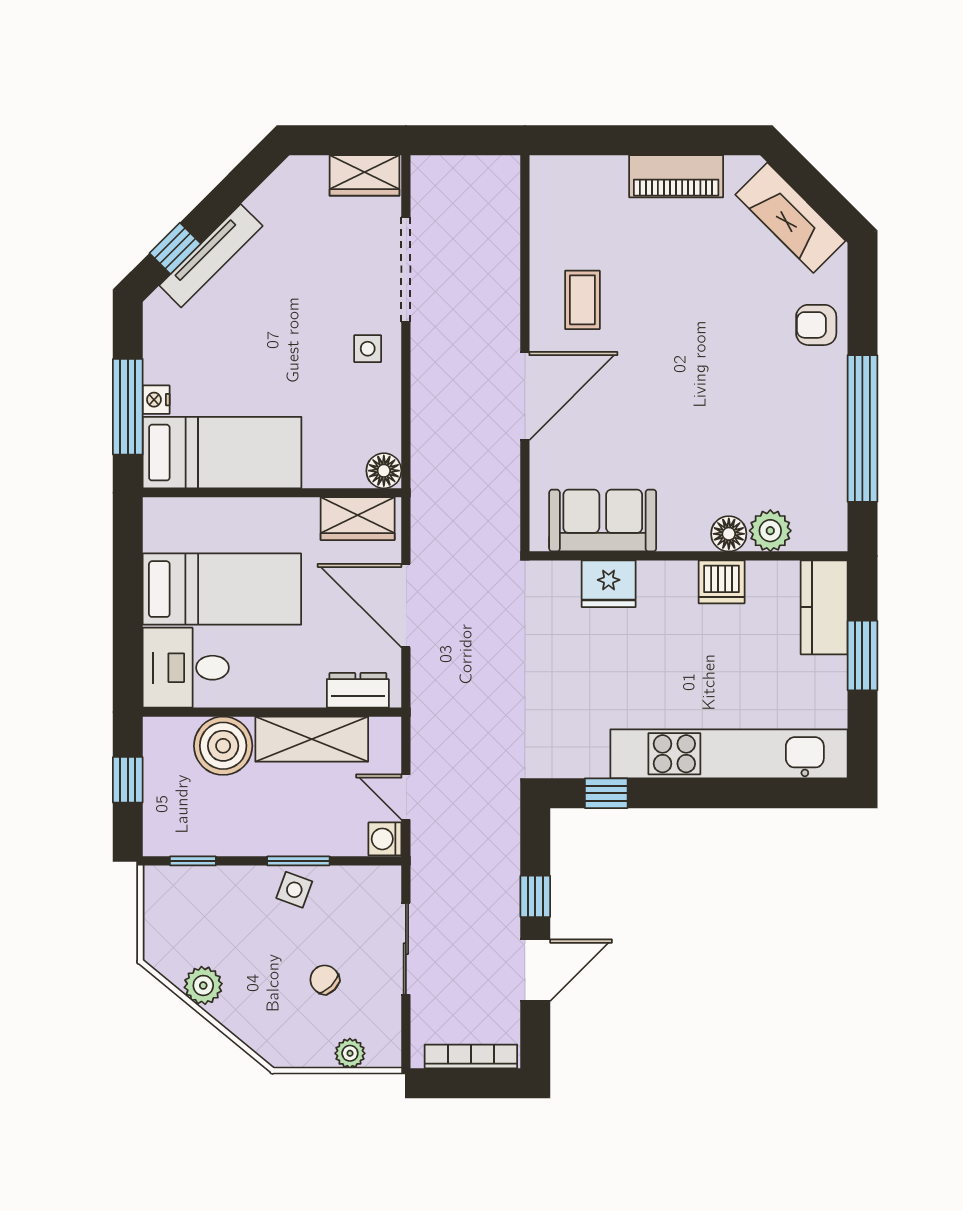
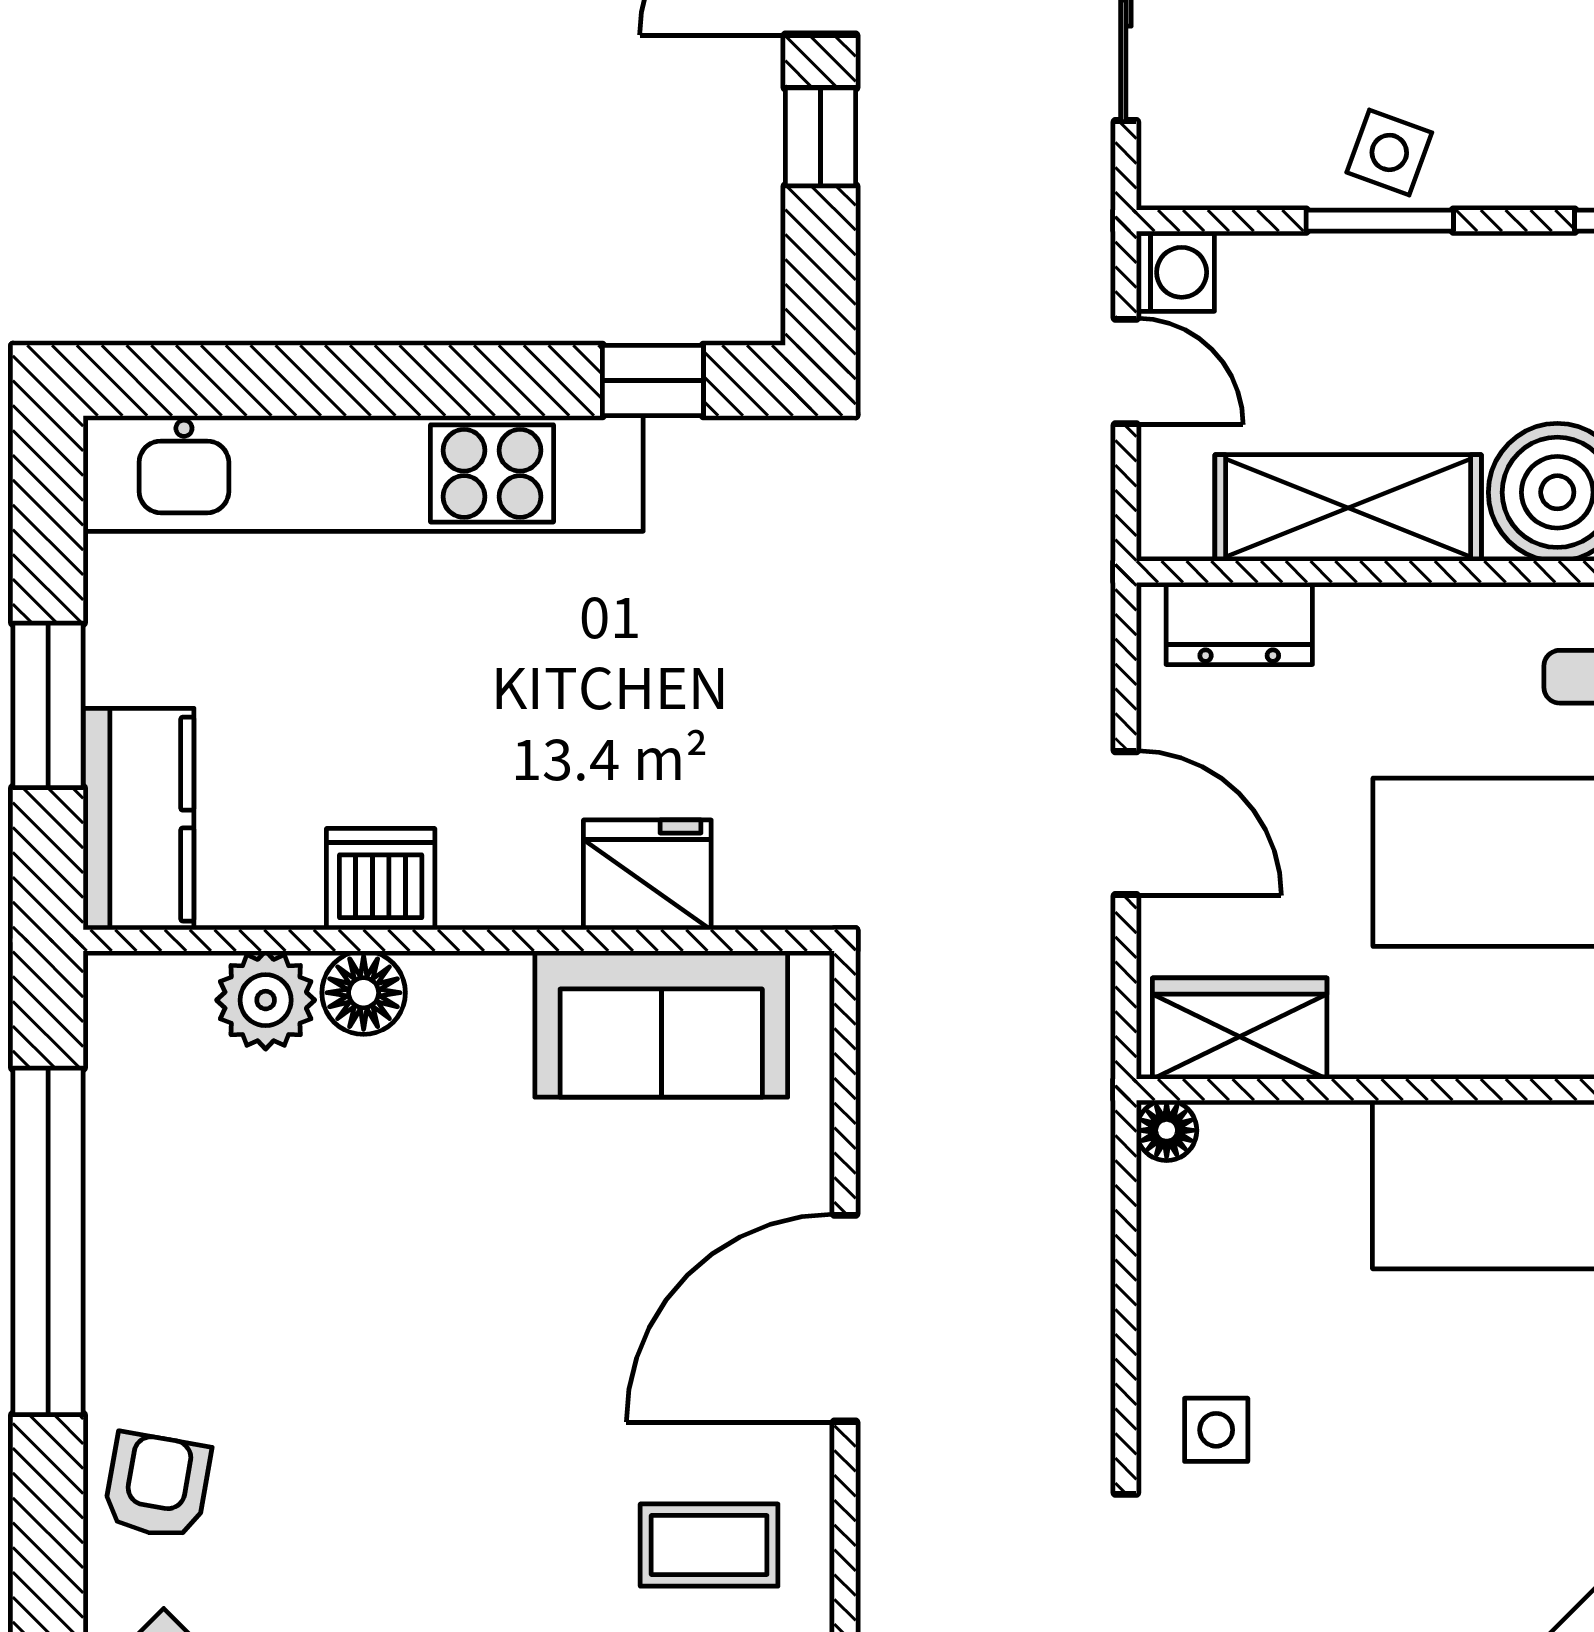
coffee table: (582, 300) -> (709, 1545), turned 90
armchair: (816, 325) -> (157, 1486), turned -80
floor lamp: (384, 471) -> (1167, 1130), width x0.73, depth x0.73
door: (406, 606) -> (1126, 823), width x0.73

